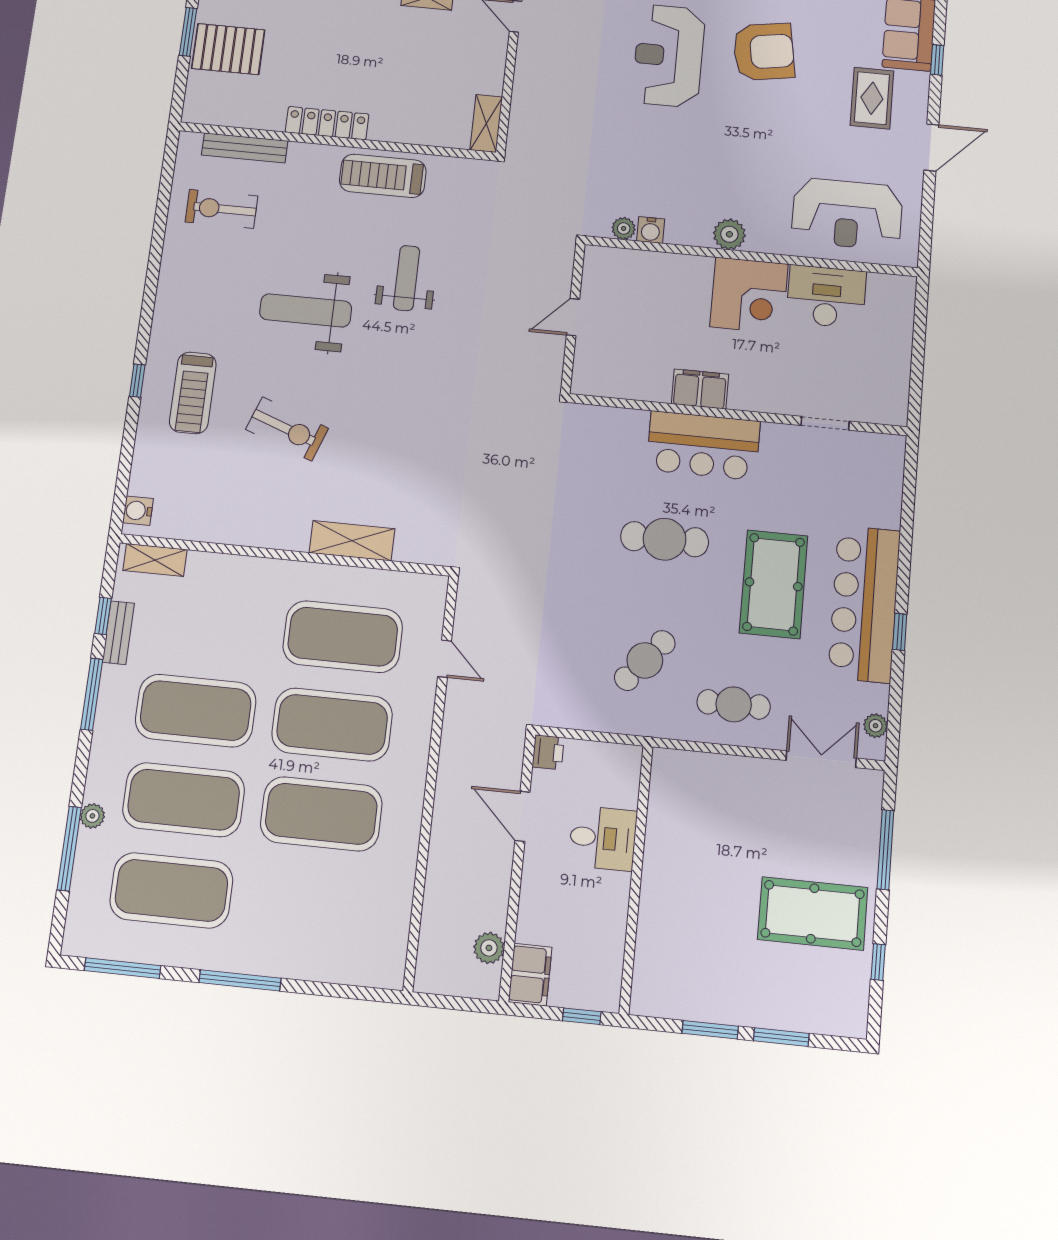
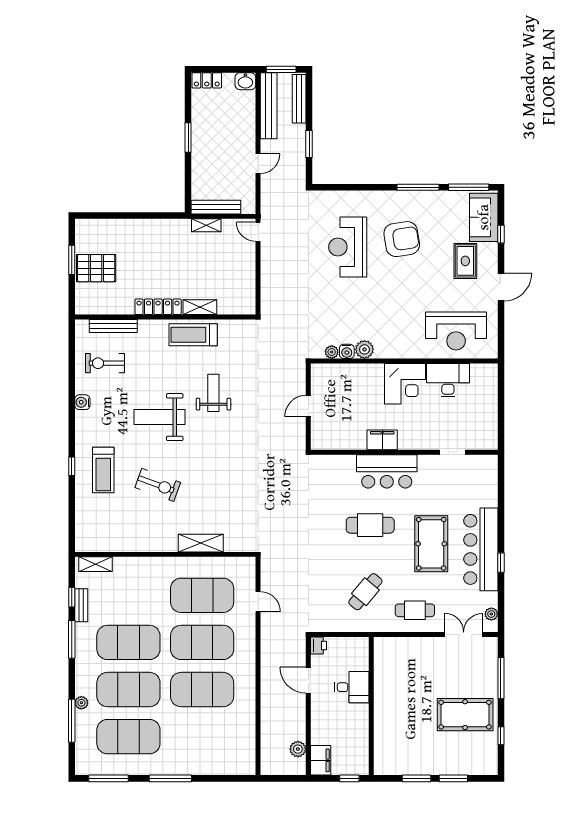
shelving: (486, 123) -> (200, 307), moved, turned 90
plant: (729, 234) -> (364, 349), moved
water cooler: (138, 511) -> (82, 402), moved

